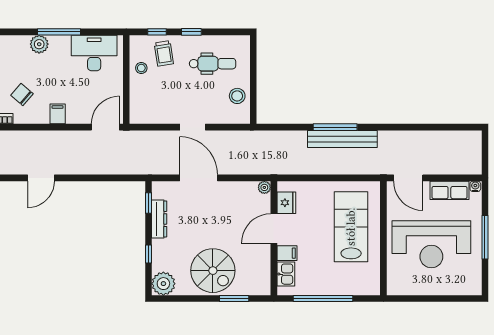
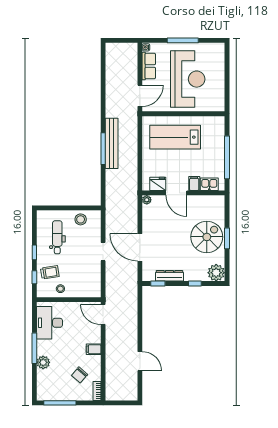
door: (199, 178) -> (140, 247), hinge flipped
window: (234, 299) -> (227, 238), moved

